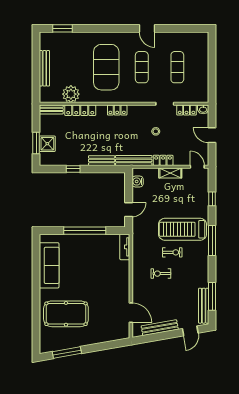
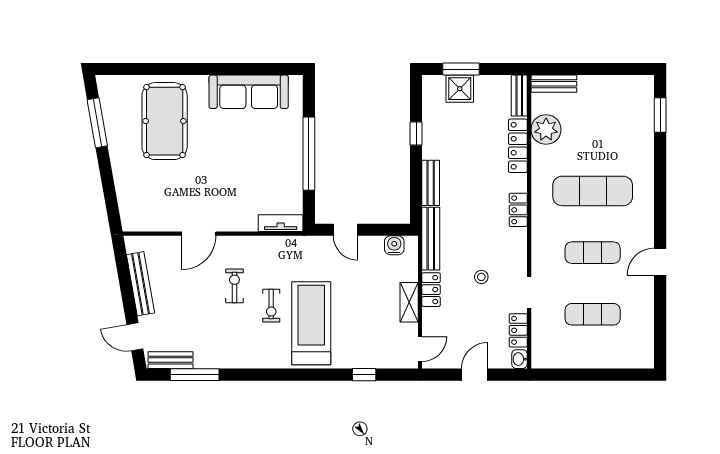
exercise mat: (106, 67) -> (593, 191), width x0.68
bench: (44, 68) -> (554, 84), moved, width x0.73
window: (212, 240) -> (292, 375), removed
bench: (204, 306) -> (171, 360), width x0.73
door: (131, 313) -> (199, 234), moved

